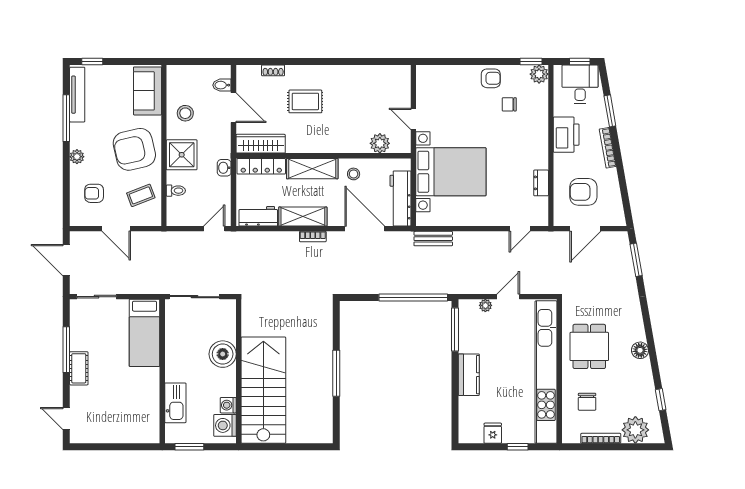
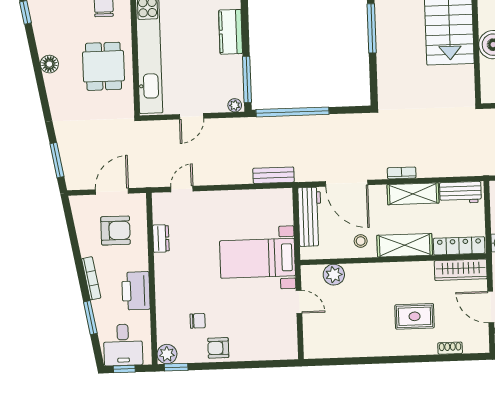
bed with nightstands: (451, 172) -> (258, 258), width x0.73
plant: (485, 305) -> (235, 105), moved

